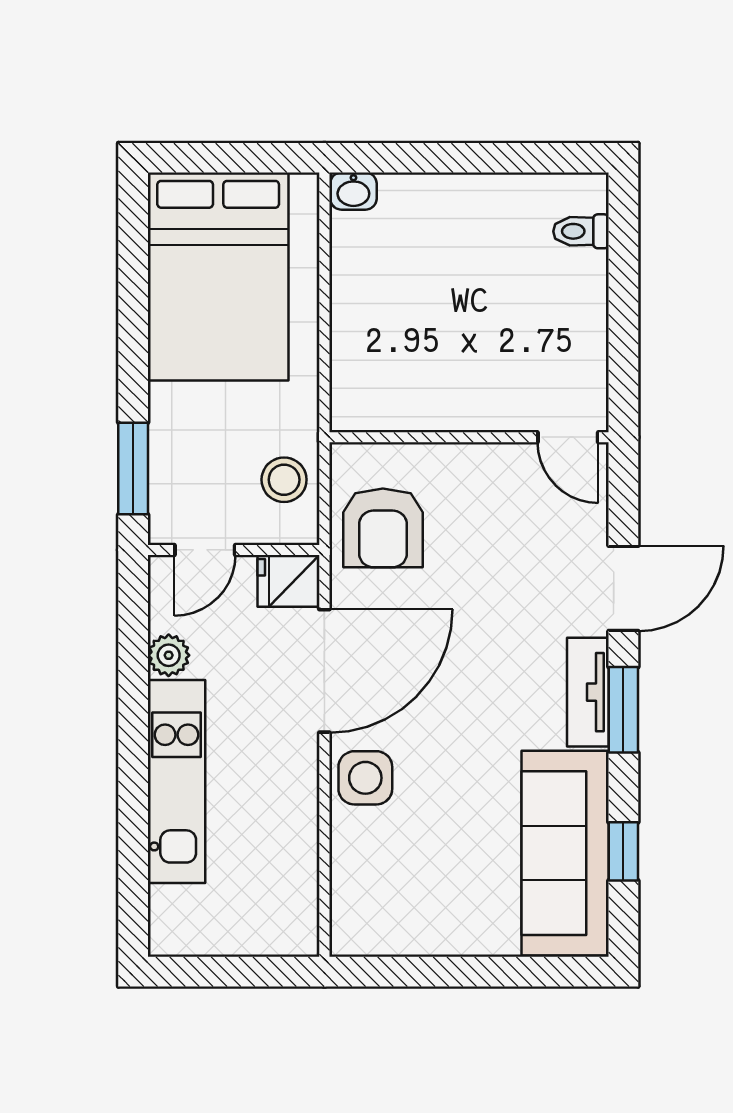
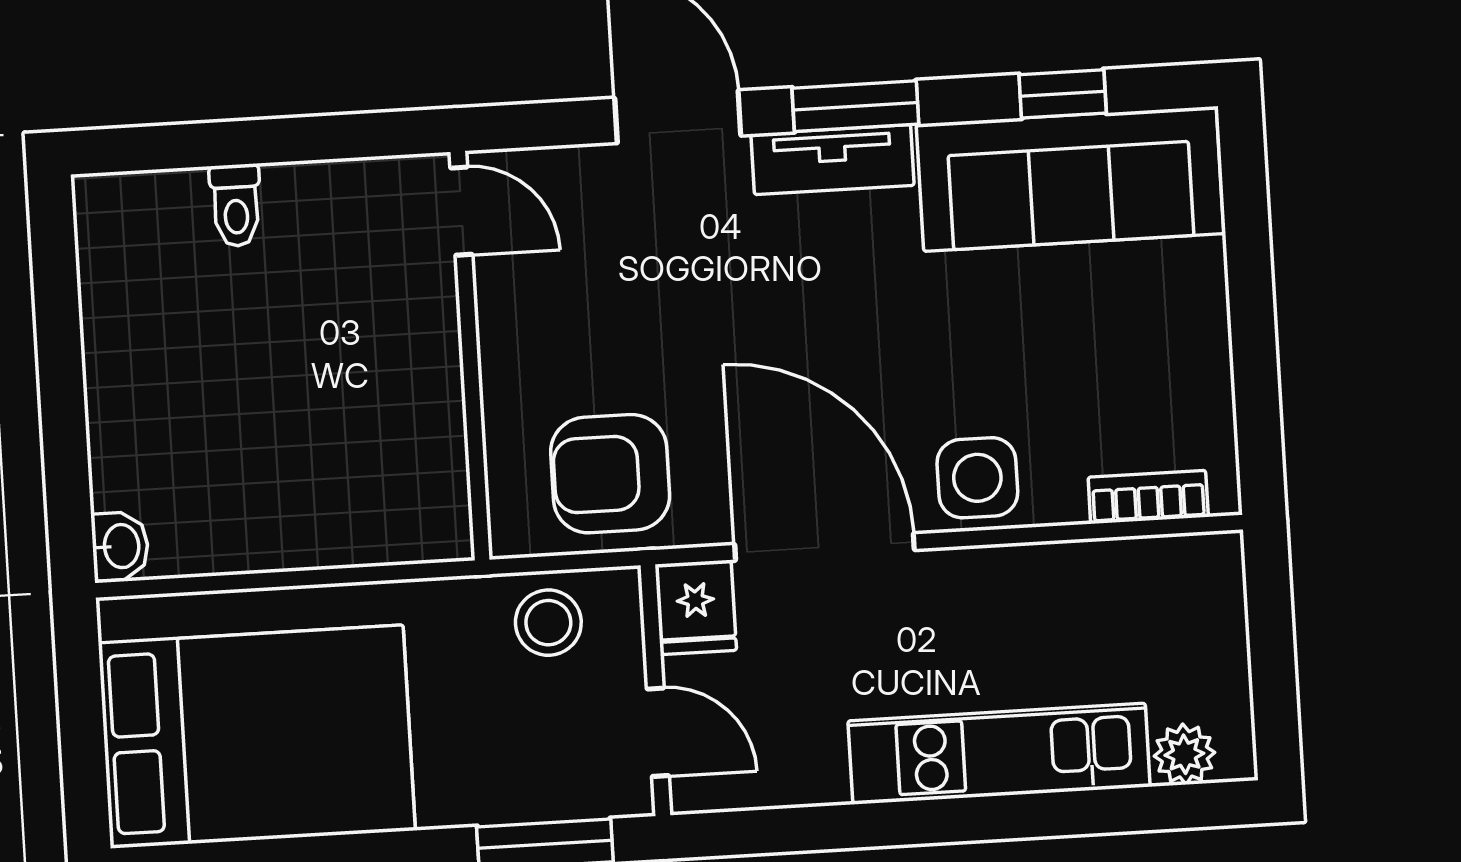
toilet: (581, 231) -> (236, 205), moved
door: (568, 437) -> (461, 211), hinge flipped
armchair: (383, 528) -> (610, 474), turned 180
plant: (169, 655) -> (1184, 754), moved
bookcase: (345, 893) -> (1148, 497), added

